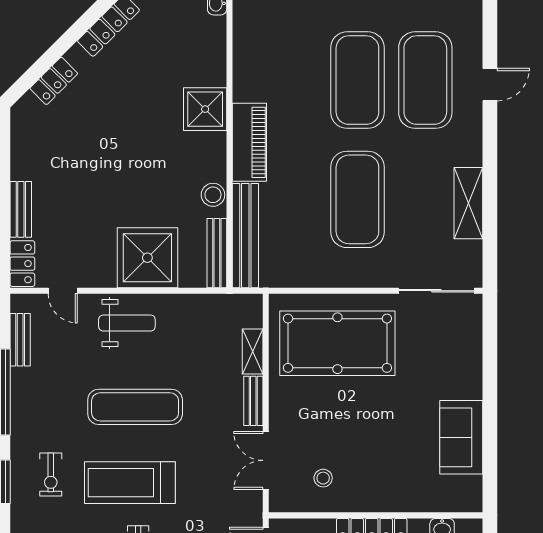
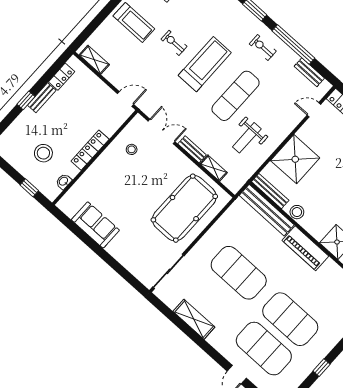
weight bench: (127, 323) -> (247, 138), moved
exercise bike: (51, 475) -> (263, 48), moved

